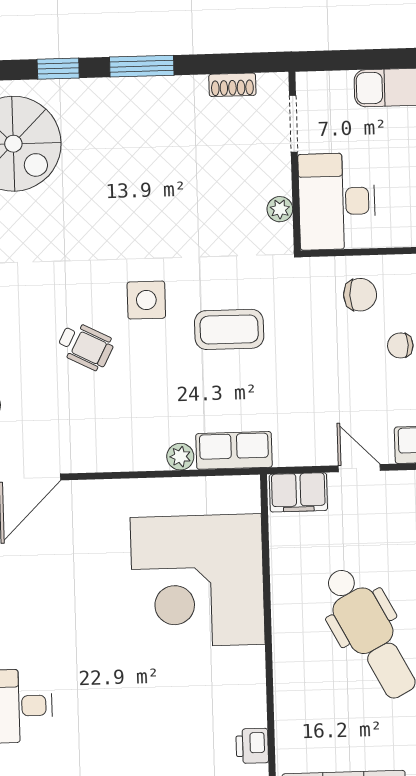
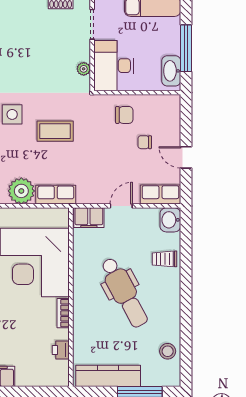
plant: (180, 457) -> (21, 191), width x1.87, depth x1.87
door: (359, 468) -> (121, 206), hinge flipped
bookcase: (255, 675) -> (63, 313), added

